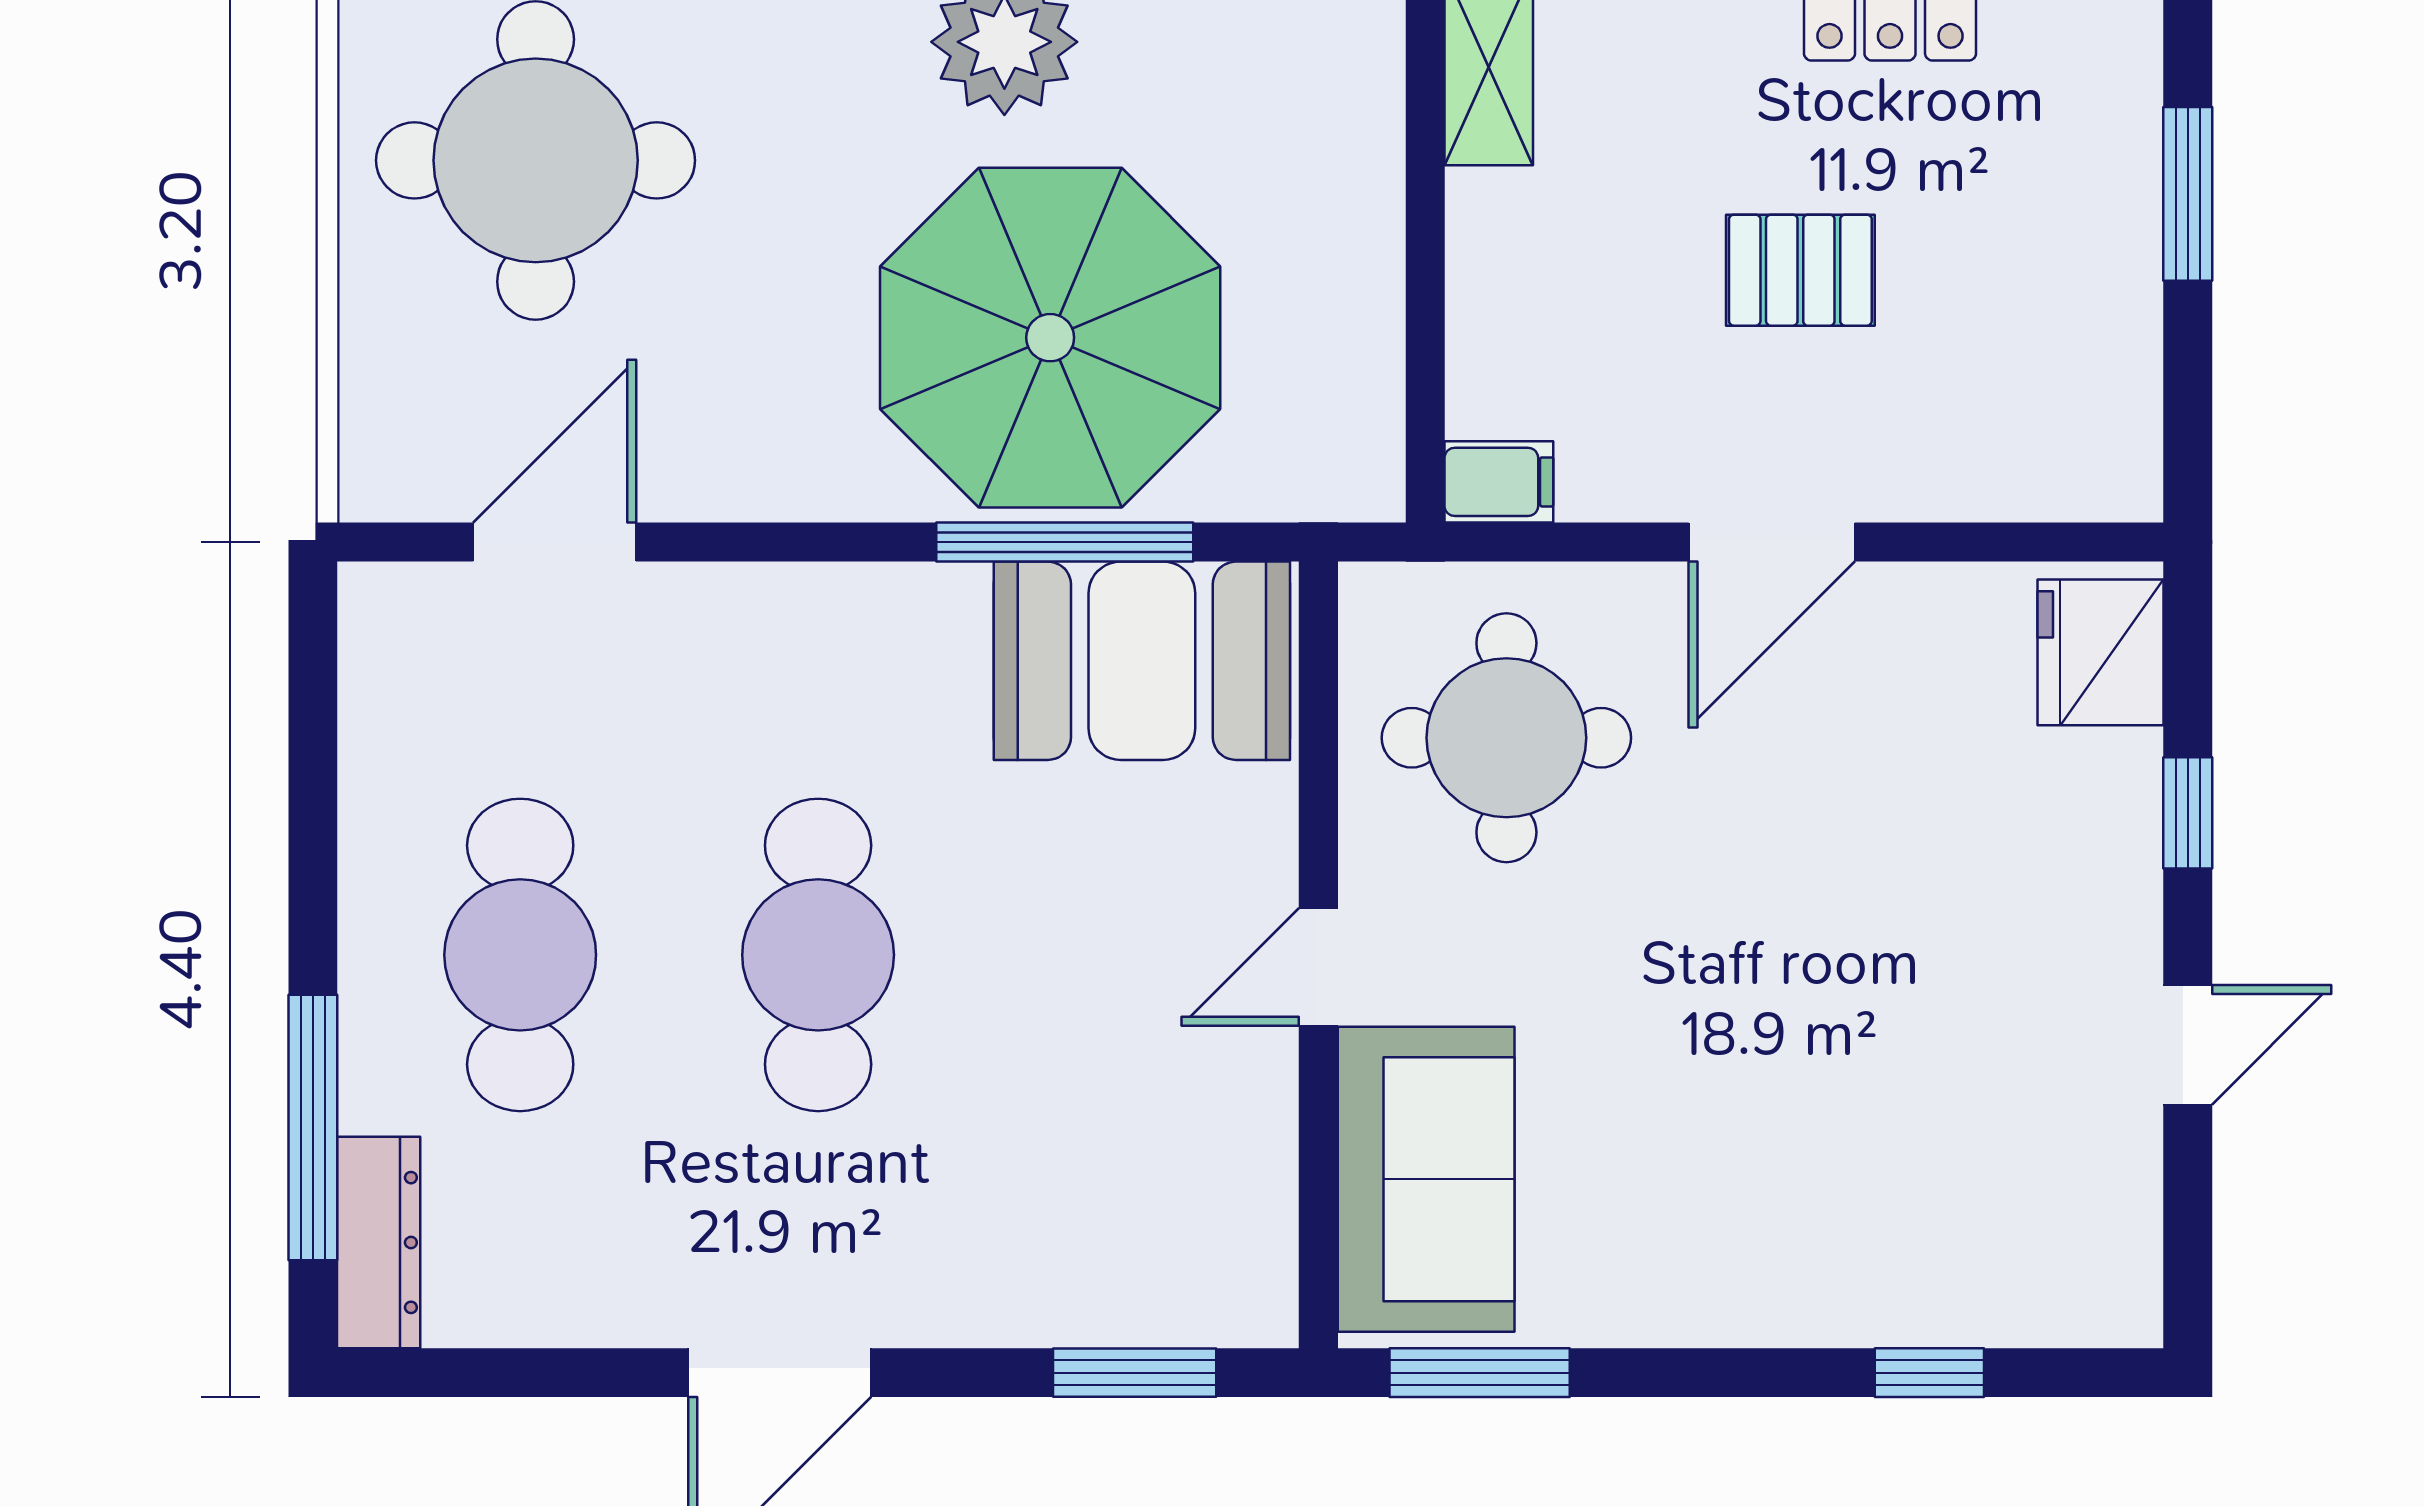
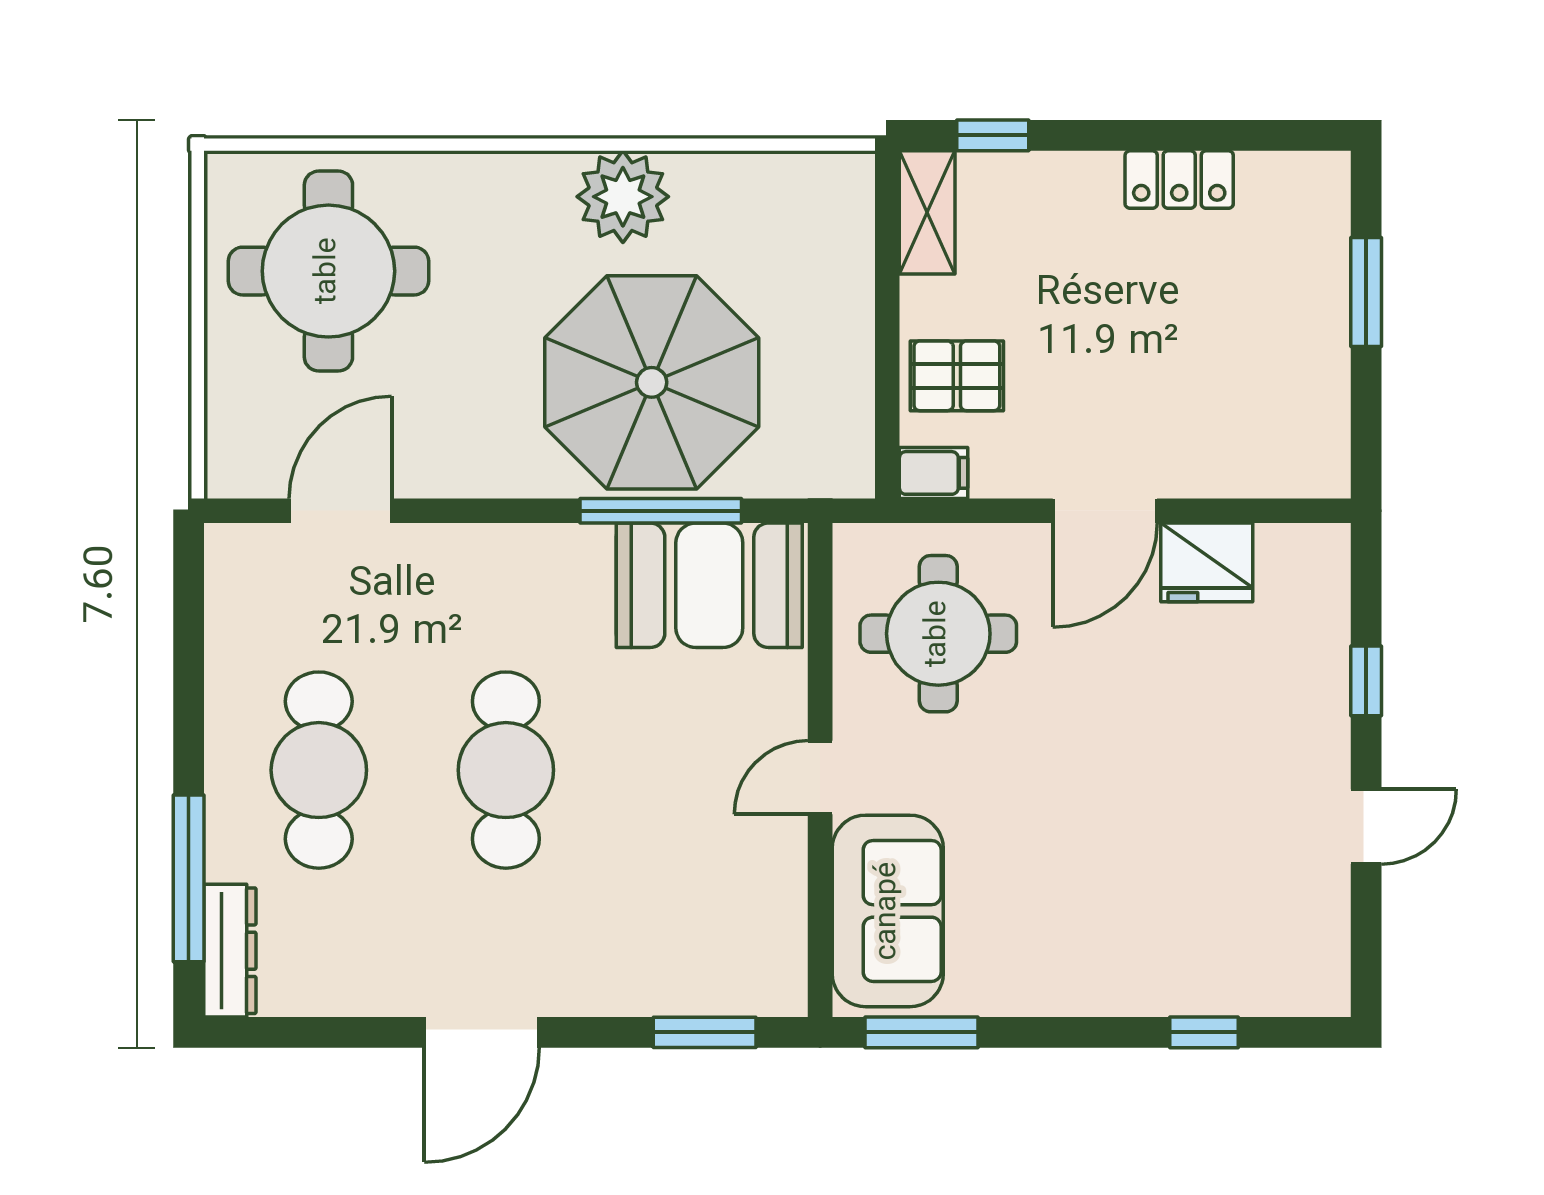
pallet: (1800, 270) -> (957, 376), moved
fridge: (2101, 652) -> (1207, 562), moved, turned -90

